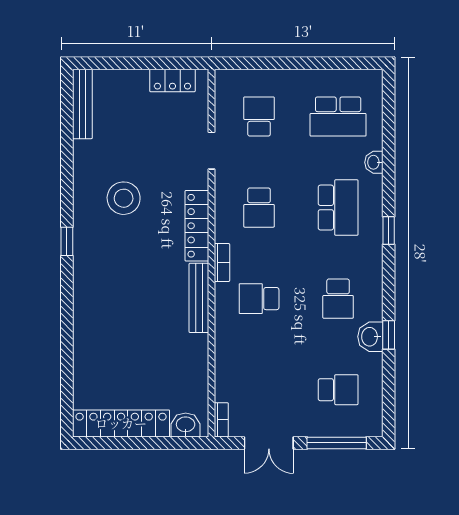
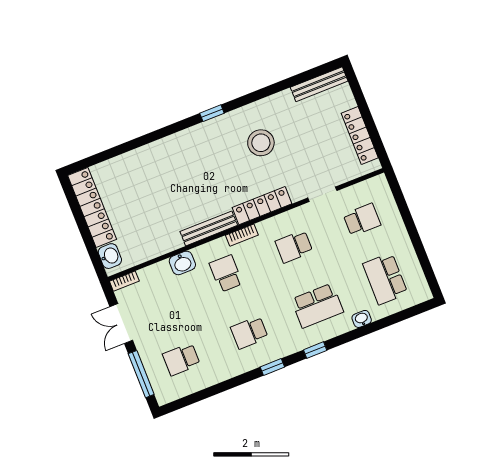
locker: (172, 80) -> (360, 136), width x1.53
window: (389, 335) -> (272, 367), moved
washbasin: (370, 337) -> (182, 263), moved, turned 180
school desk: (338, 390) -> (181, 359), turned 90

